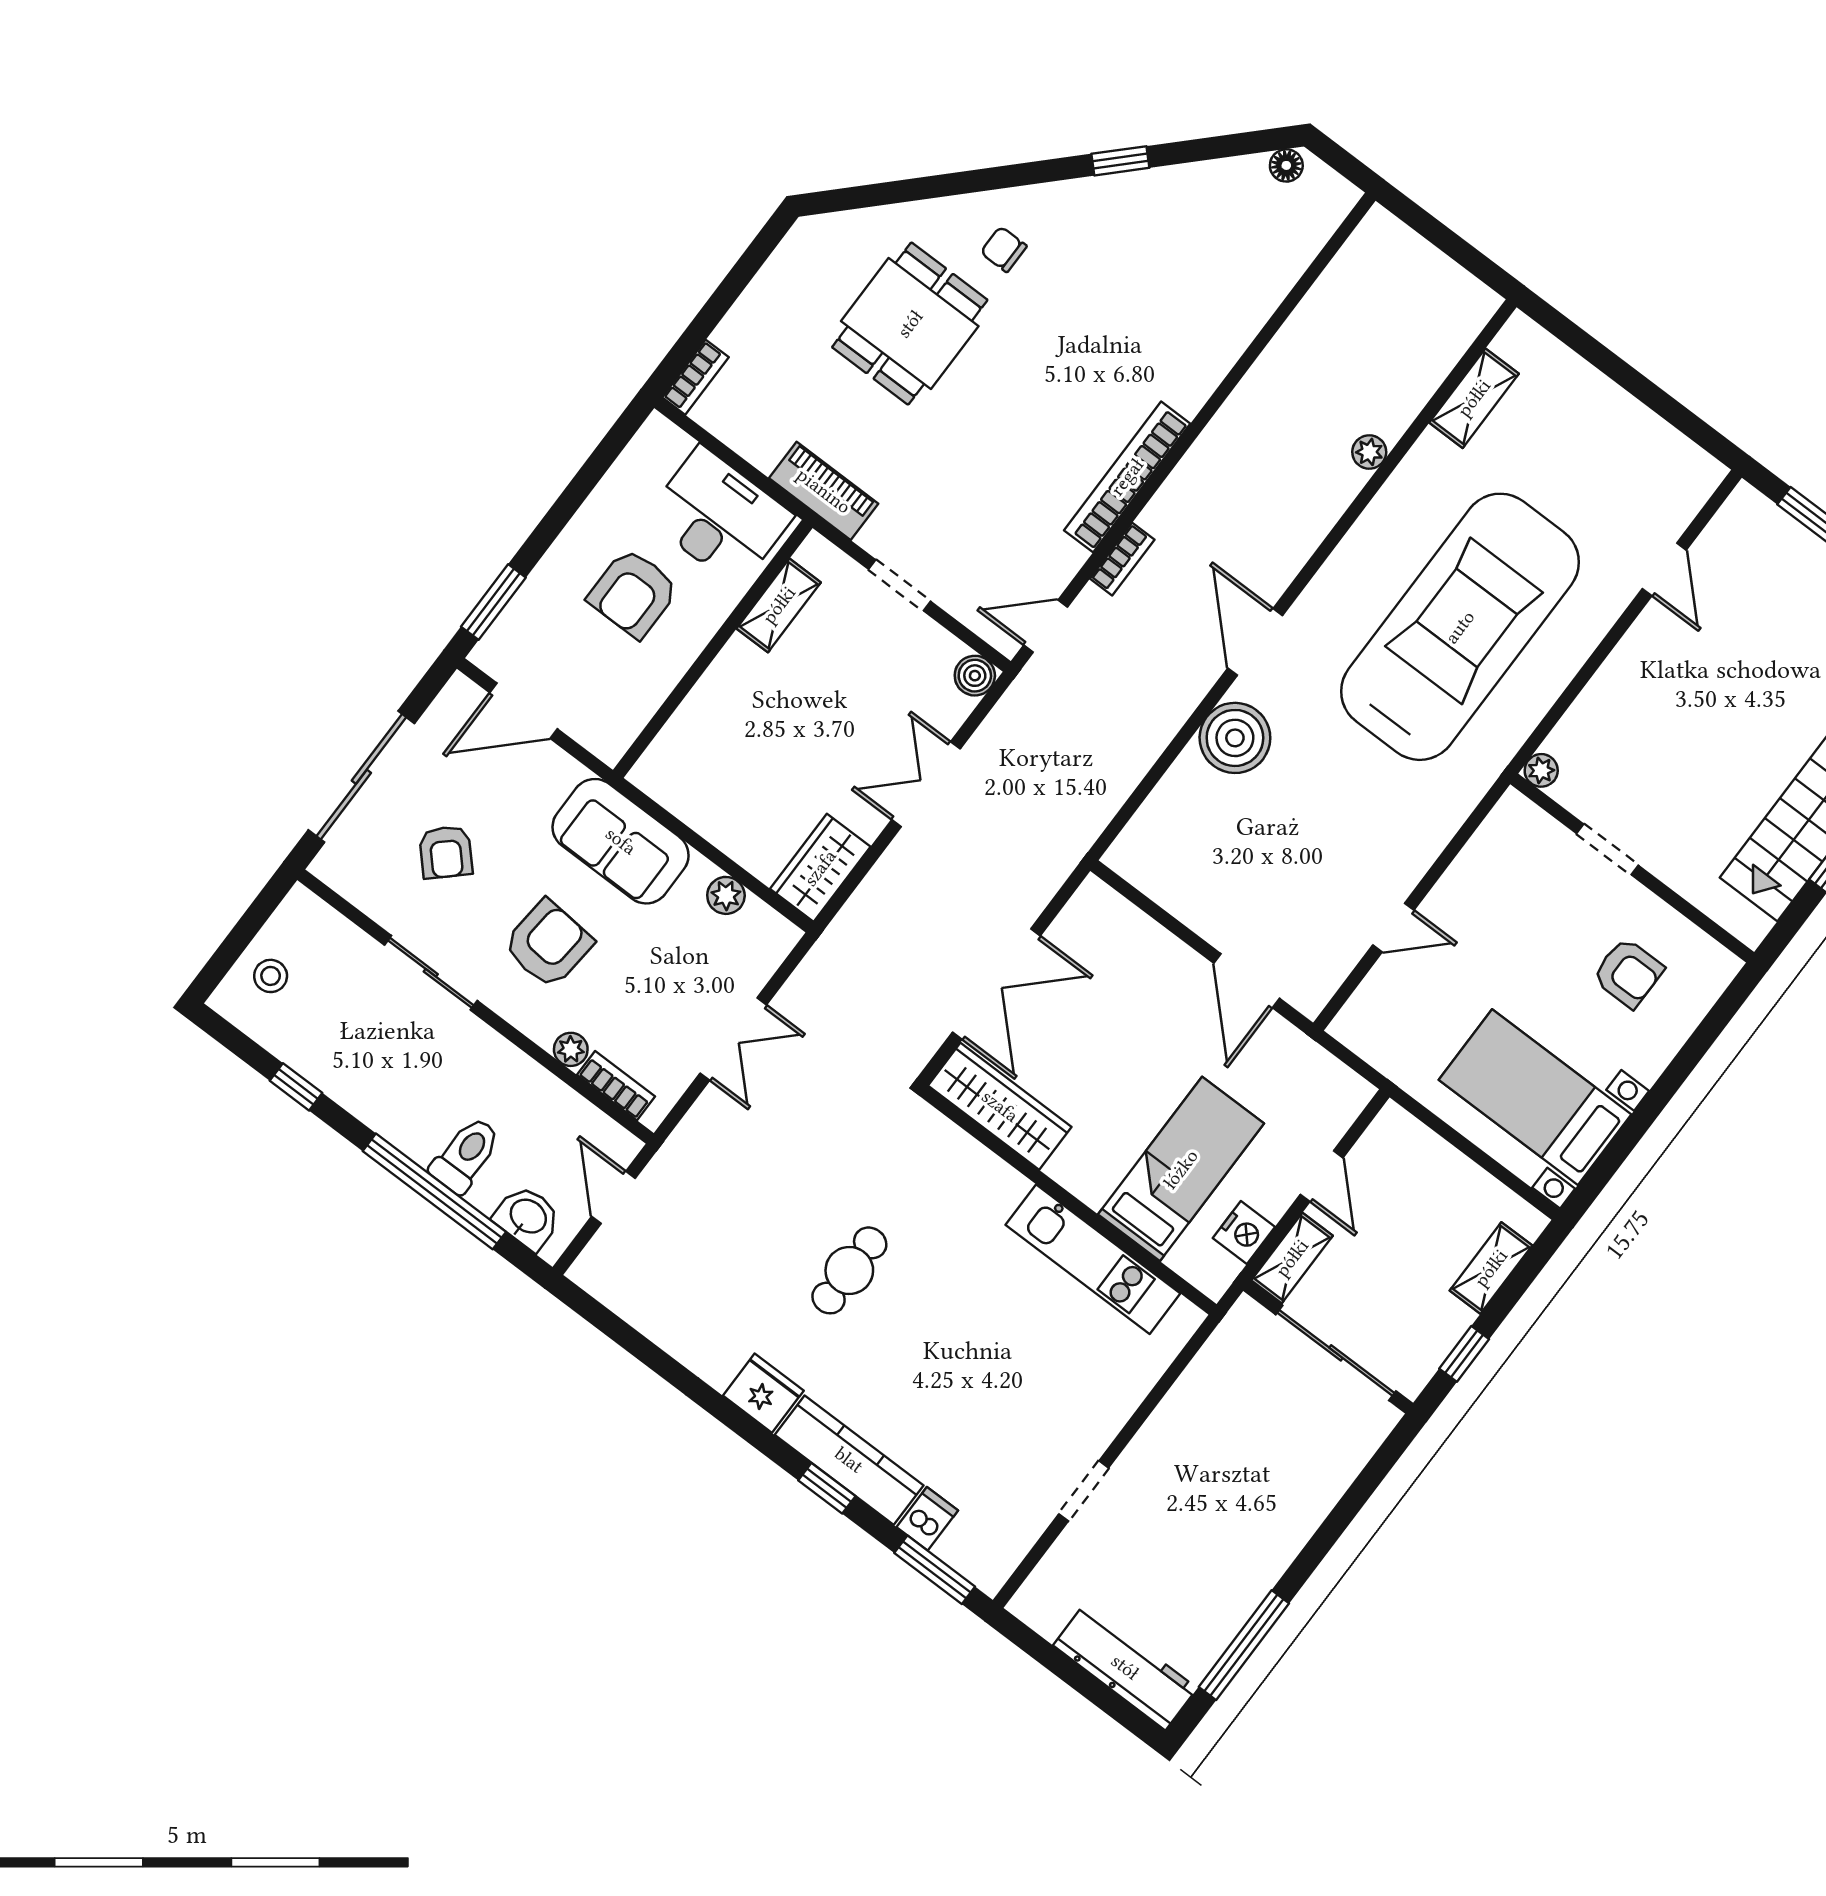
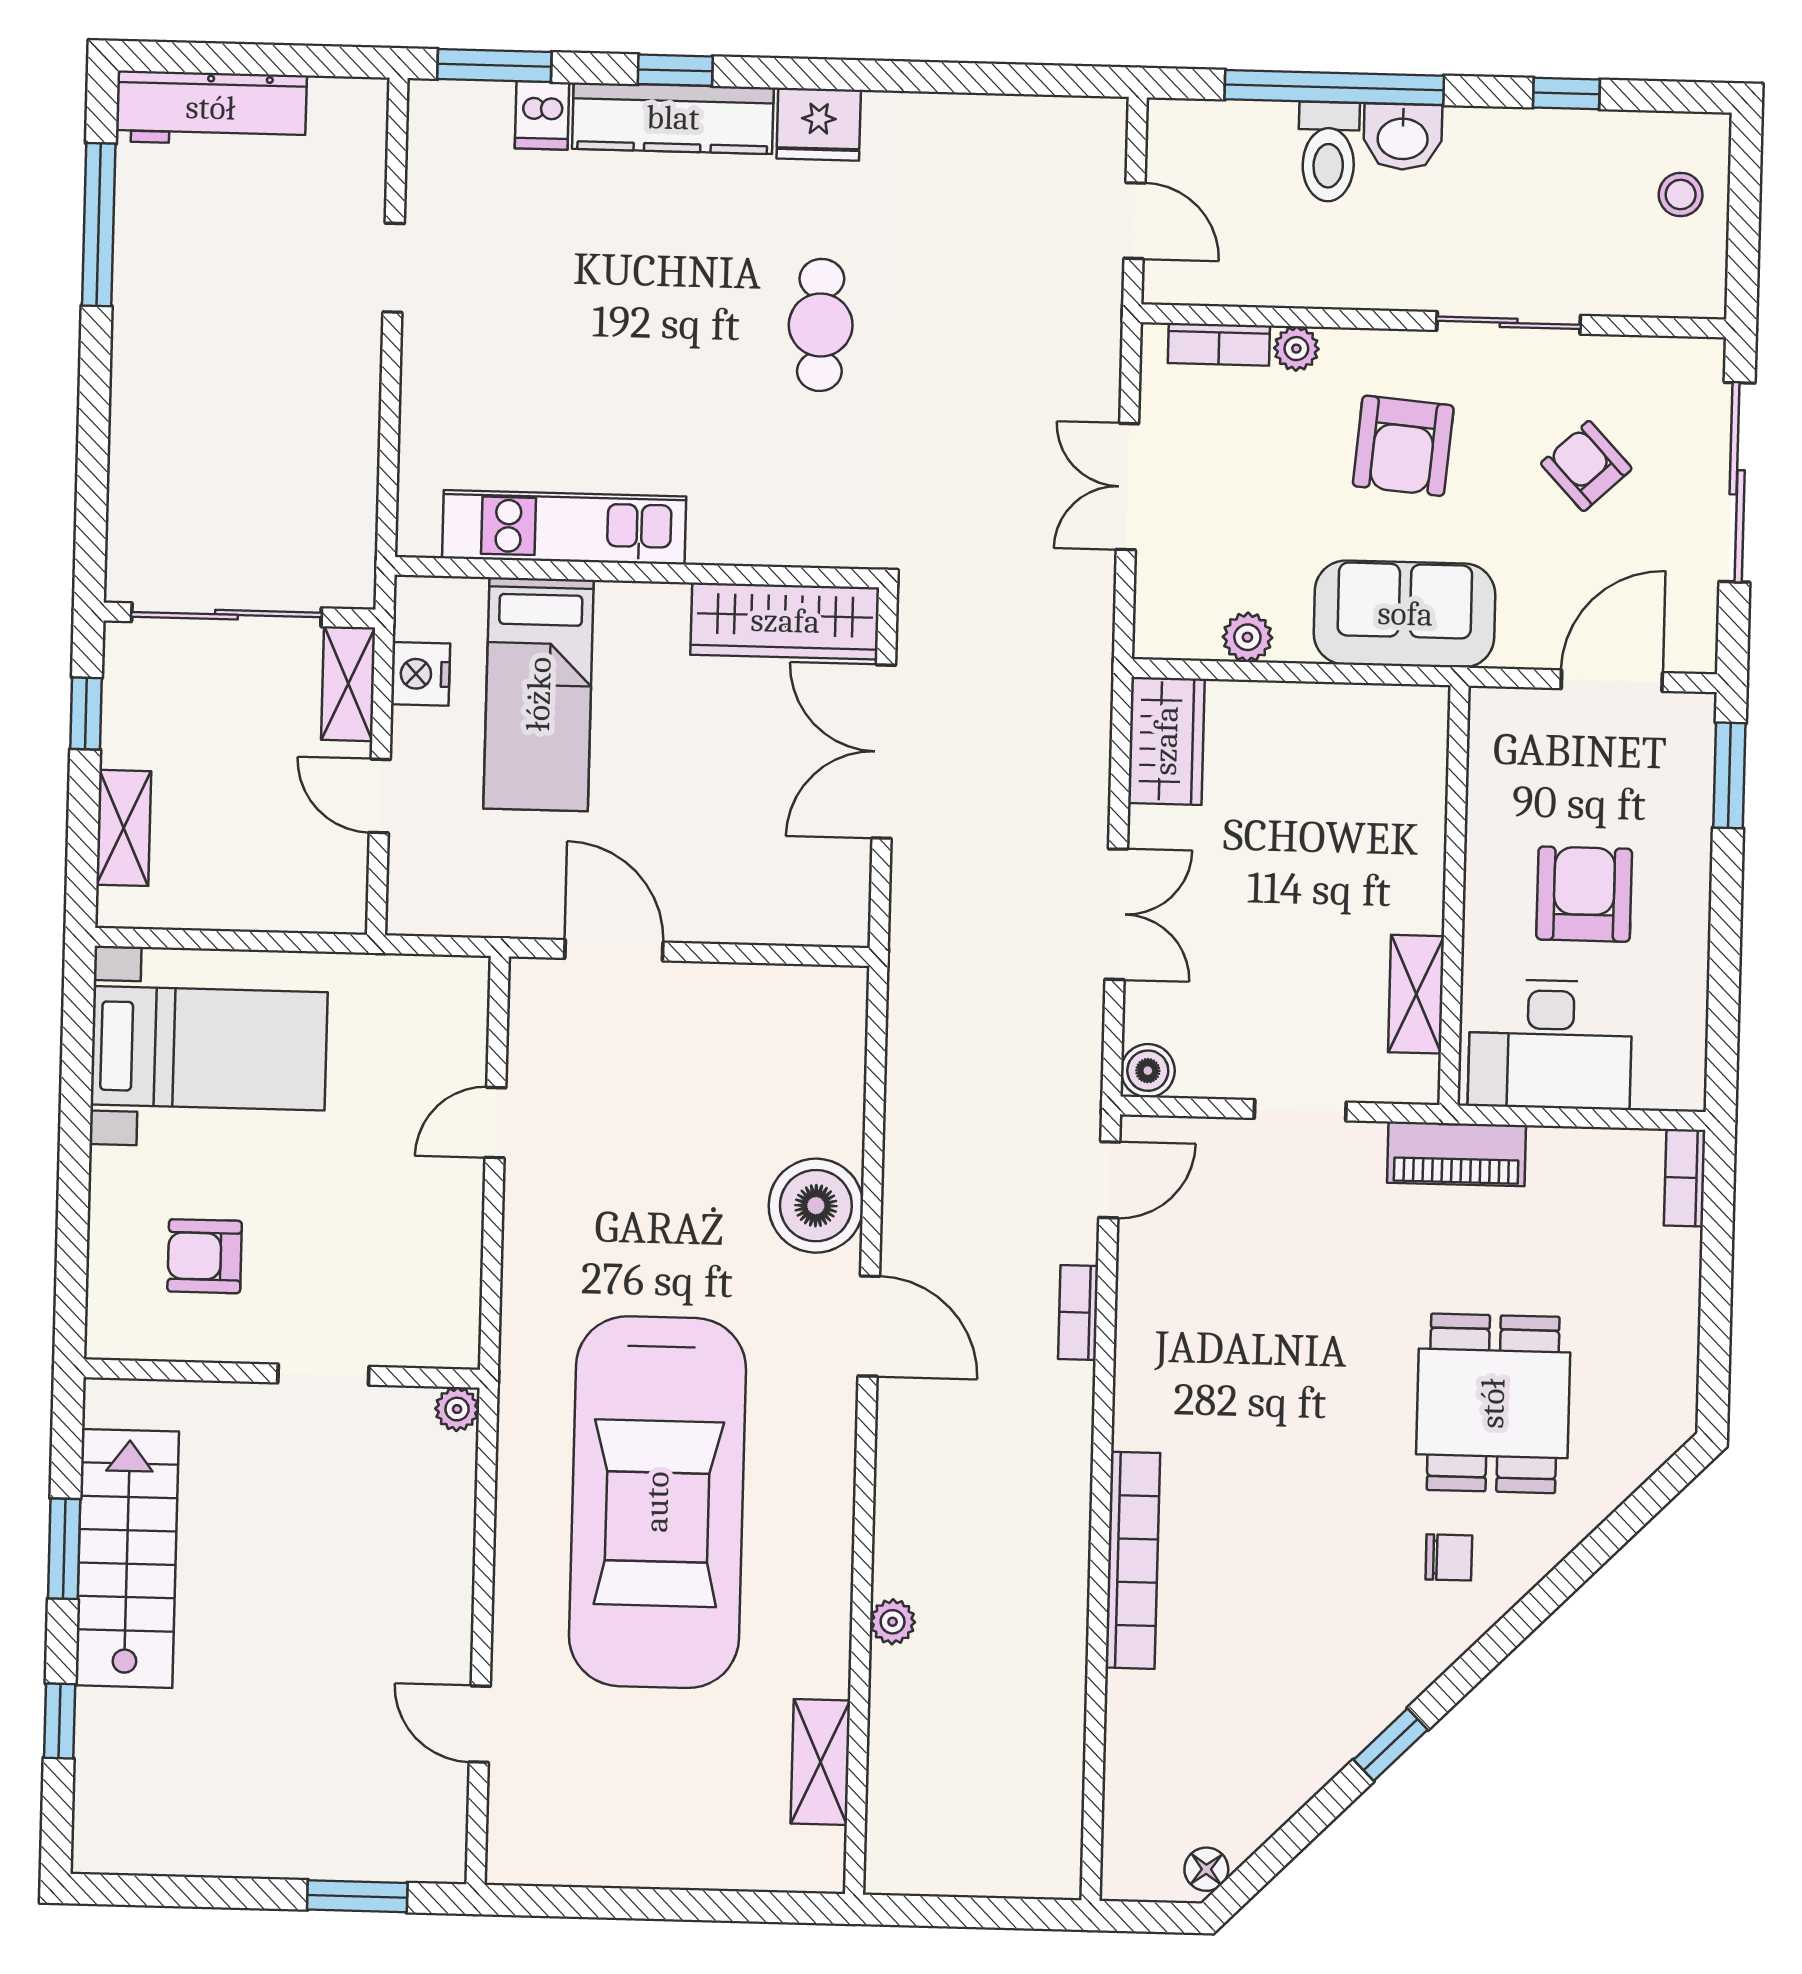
bookcase: (1127, 477) -> (1133, 1560), moved
washbasin: (527, 1217) -> (1403, 137), moved

